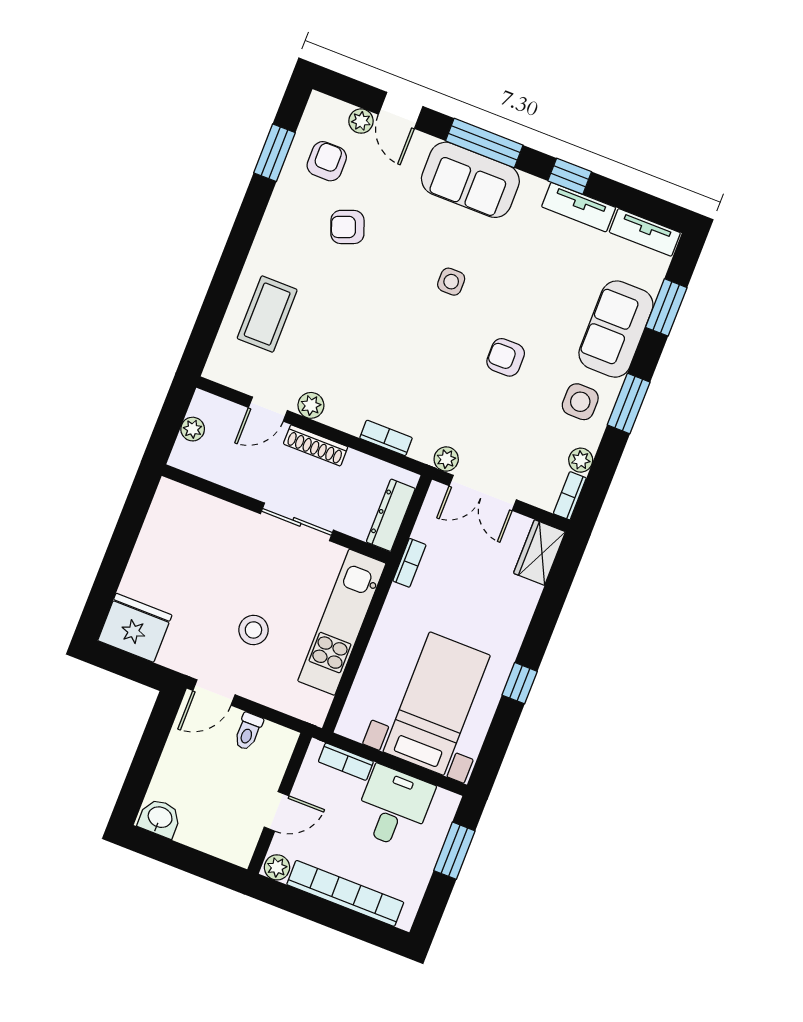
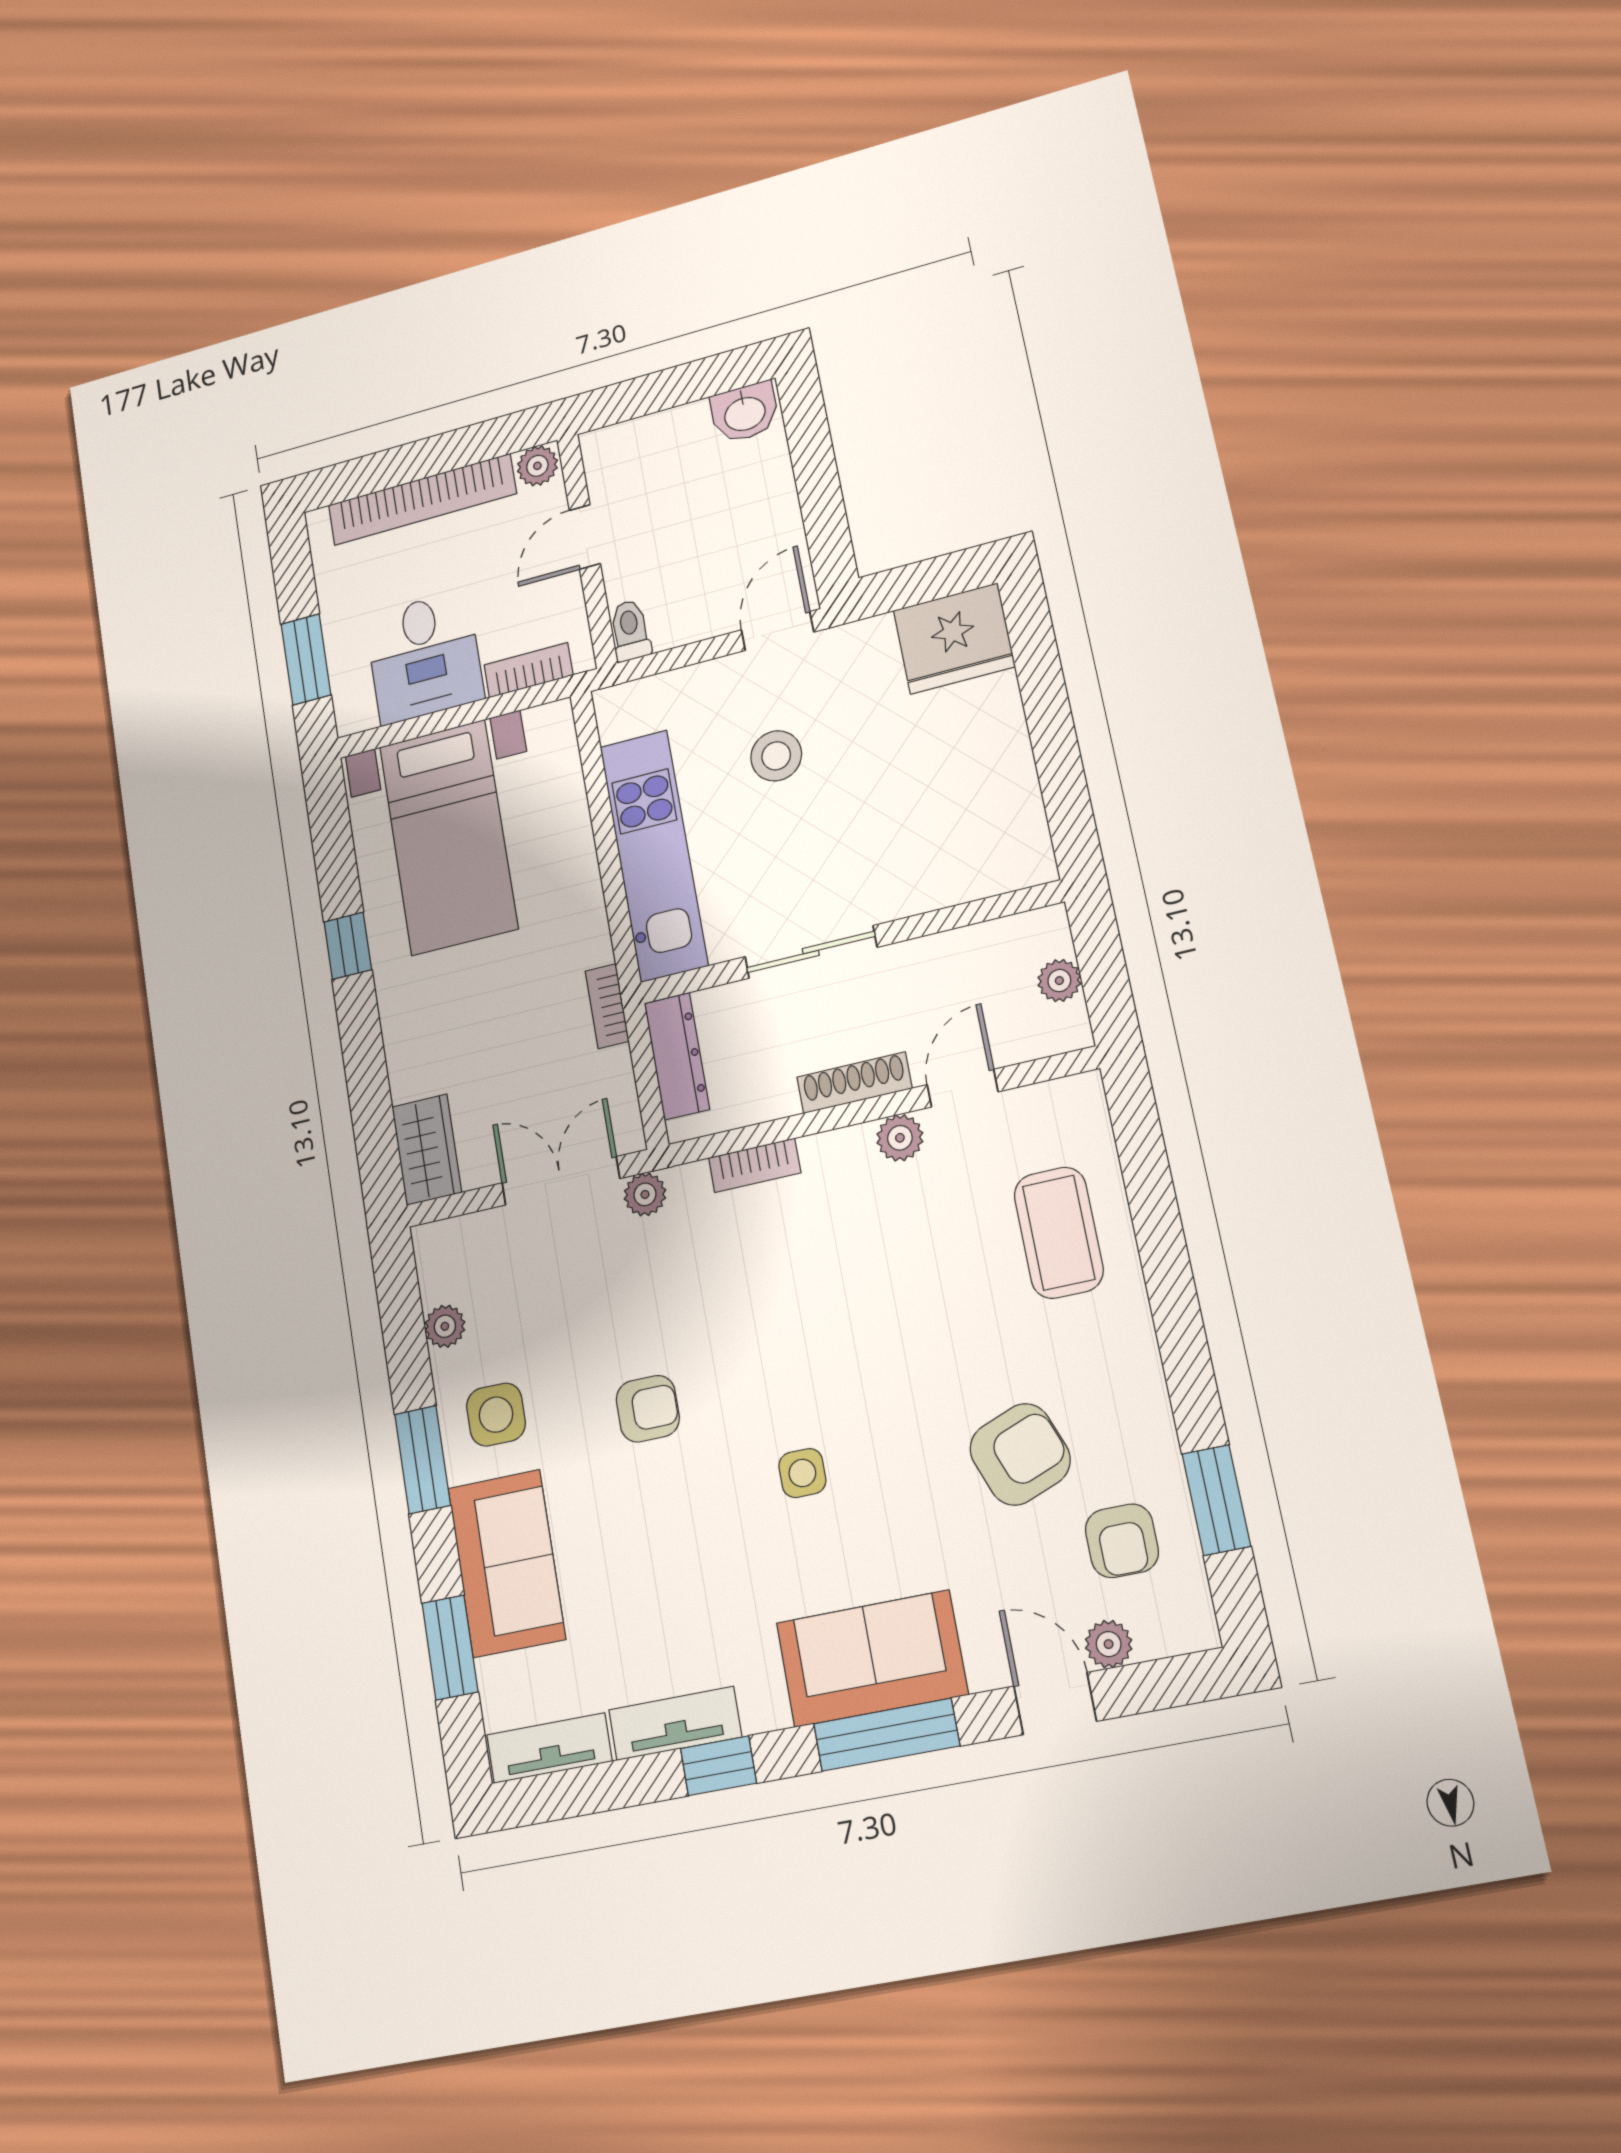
armchair: (347, 227) -> (1020, 1454), width x1.38, depth x1.38
bookcase: (570, 496) -> (430, 1262), removed
toilet: (248, 731) -> (630, 630), moved

